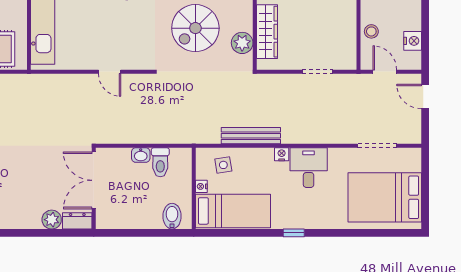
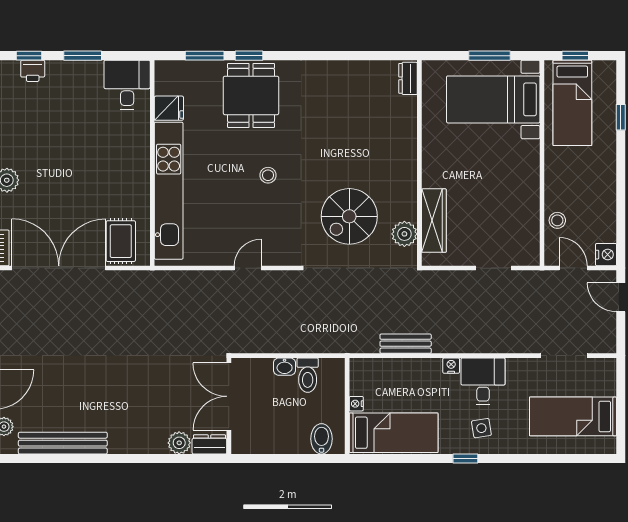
nightstand: (413, 41) -> (606, 255), moved
door: (110, 72) -> (248, 268), swing flipped
bench: (251, 136) -> (406, 344), width x0.73
side table: (223, 165) -> (481, 428), moved
bed: (385, 197) -> (573, 416), width x0.67

